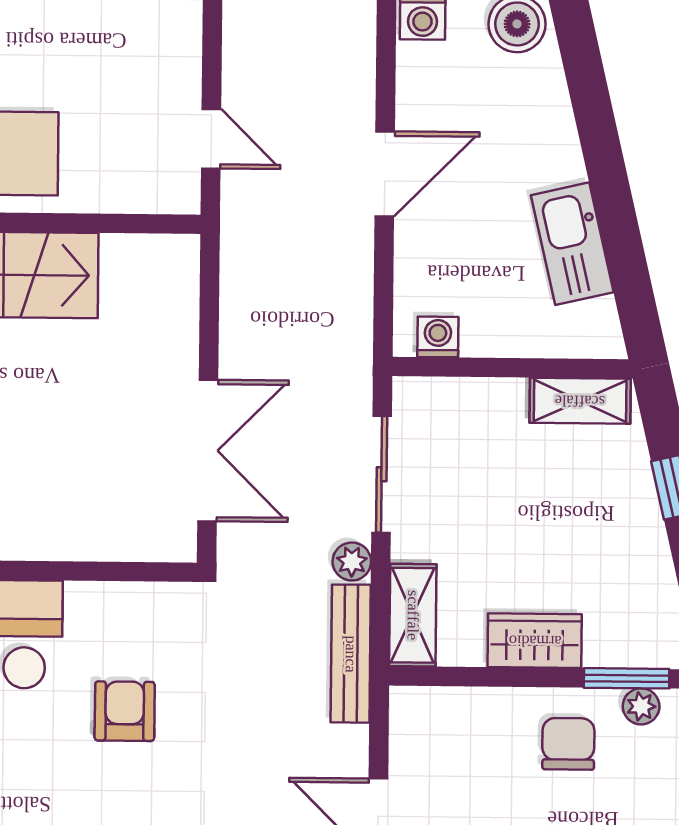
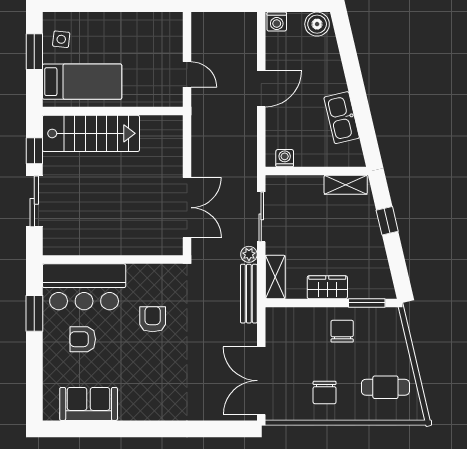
plant: (641, 706) -> (373, 315), removed

